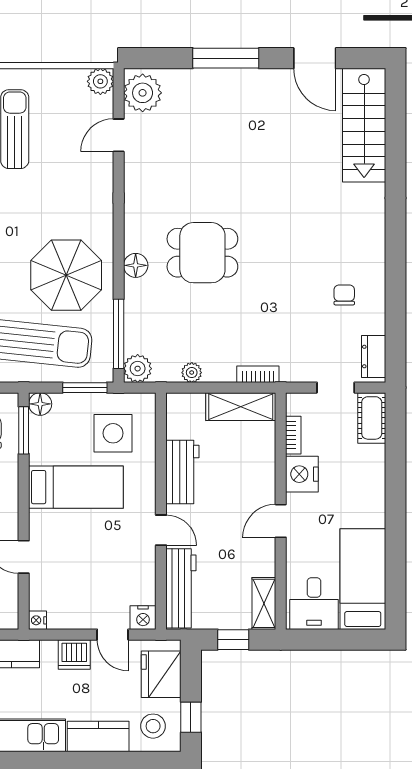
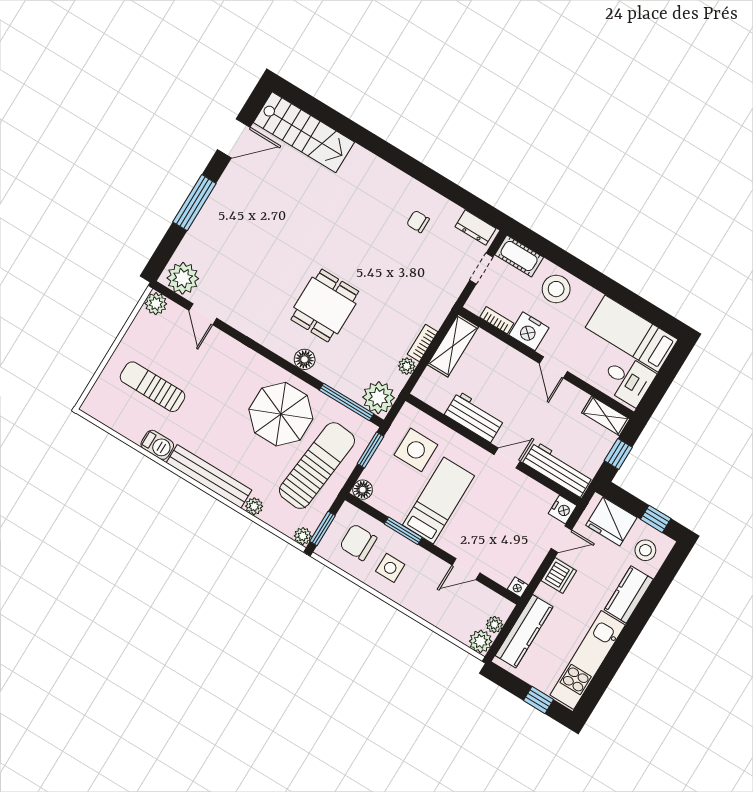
plant: (138, 369) -> (379, 398), width x1.36, depth x1.36
bookcase: (258, 374) -> (423, 343), moved
window: (24, 430) -> (403, 531), moved
stool: (361, 476) -> (556, 289), added

